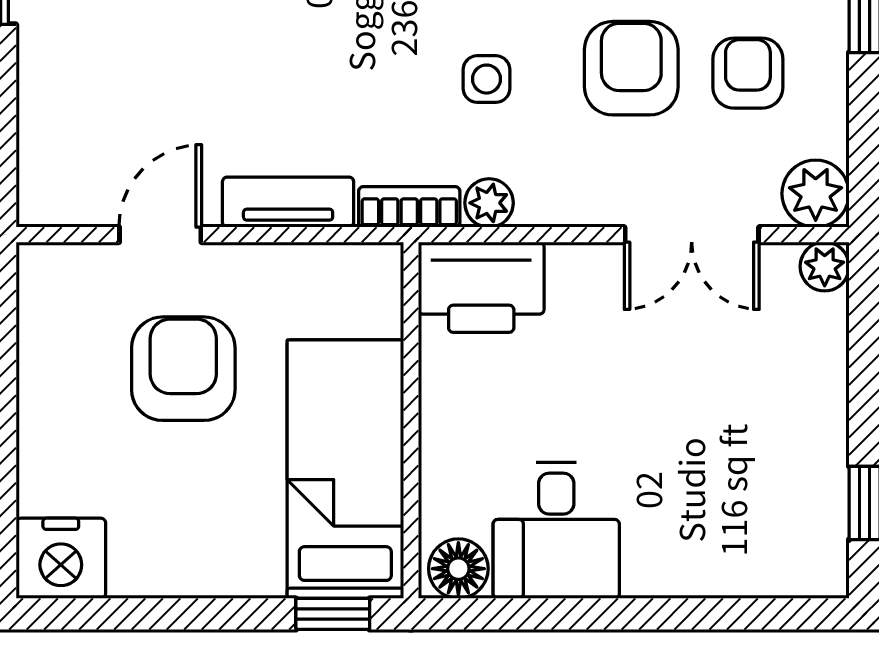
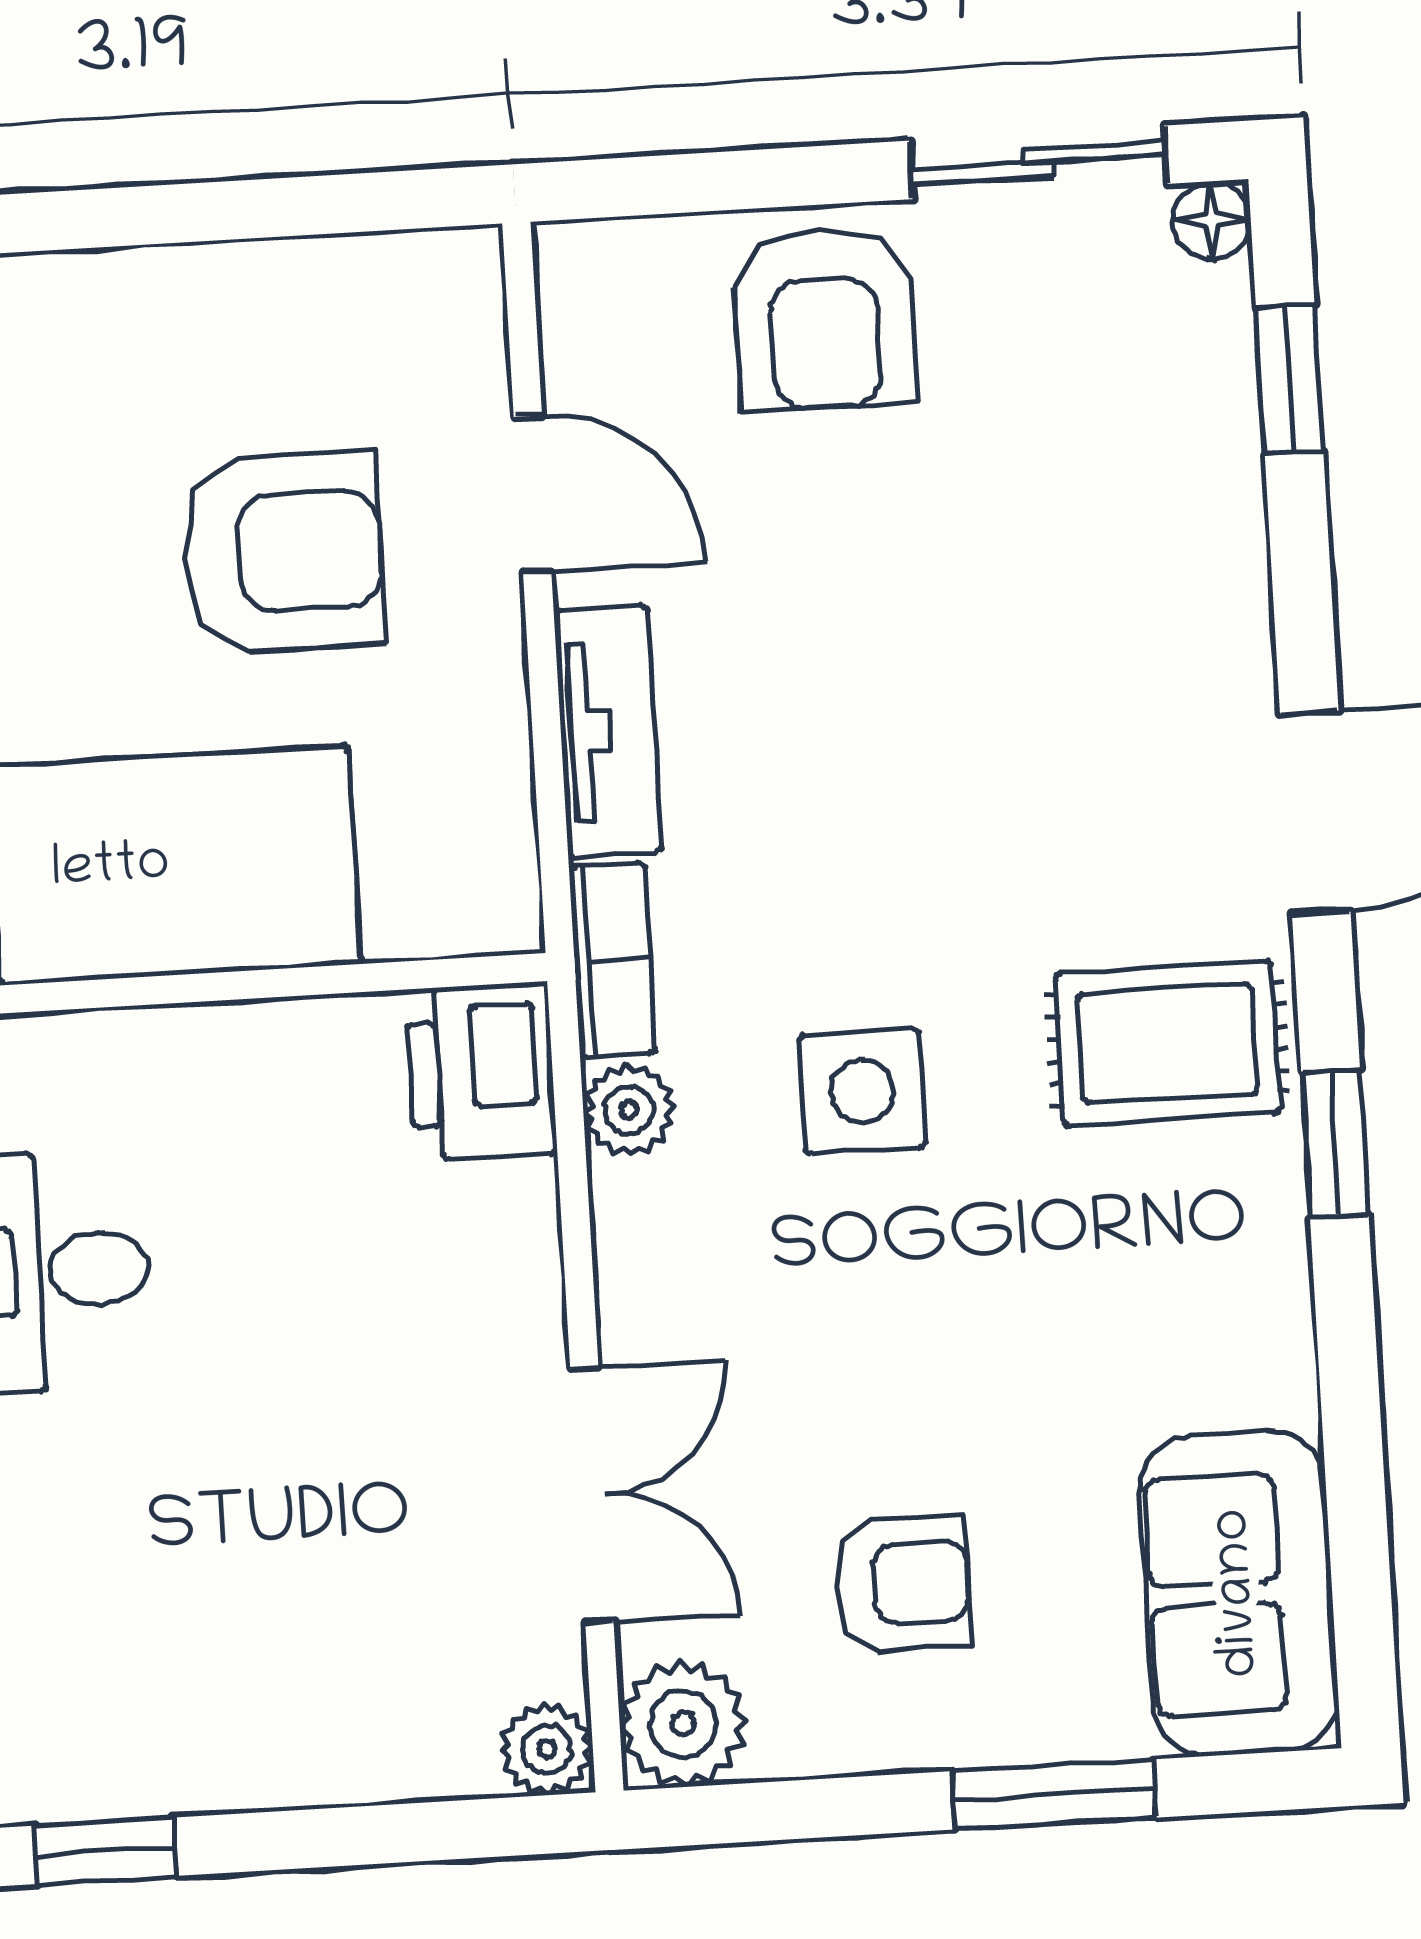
armchair: (631, 68) -> (825, 318), moved, turned 90
side table: (486, 79) -> (862, 1091), width x1.37, depth x1.37
double door: (692, 235) -> (592, 1495), swing flipped
printer: (481, 287) -> (481, 1071), width x0.73, depth x0.84

